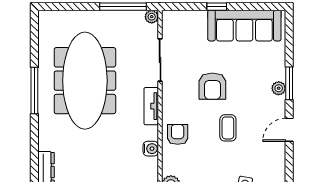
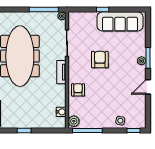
armchair: (212, 86) -> (100, 60), turned 180
coffee table: (228, 128) -> (110, 86), removed
water cooler: (151, 149) -> (61, 112), moved

